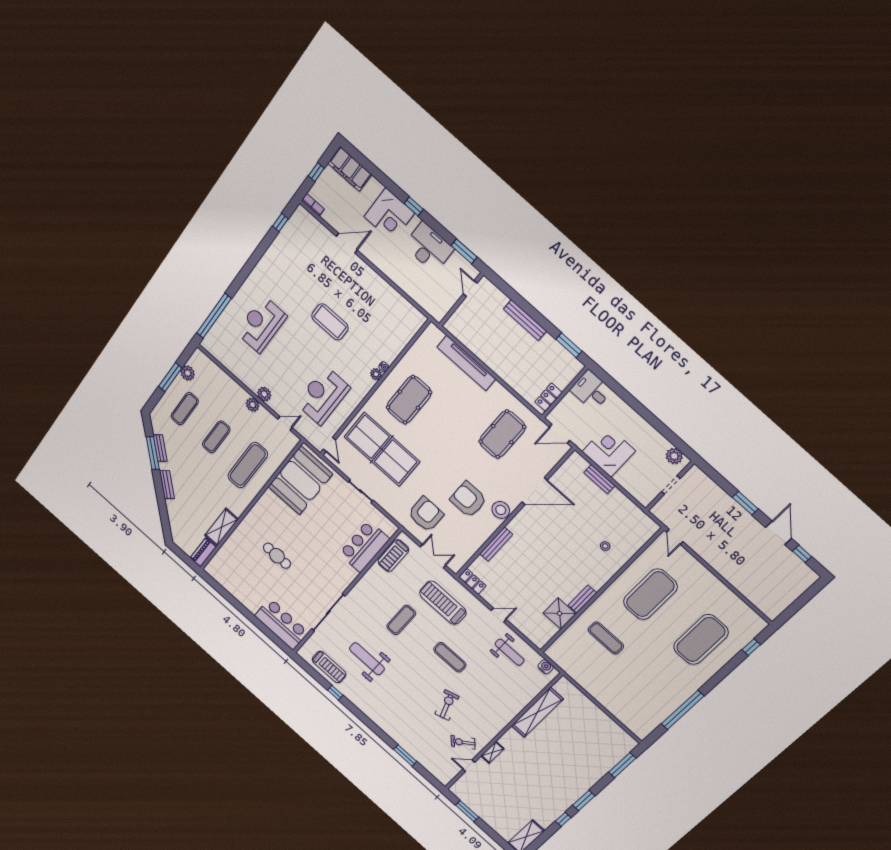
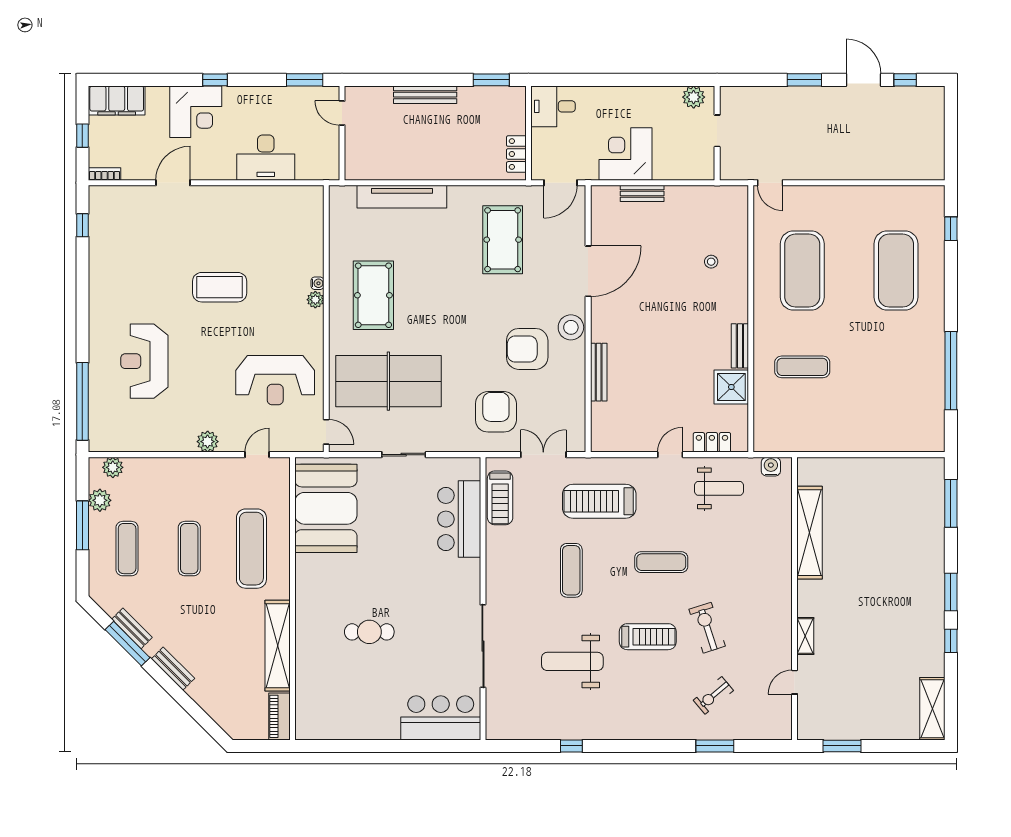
desk: (429, 247) -> (266, 158), moved, turned 180
reception desk: (323, 395) -> (275, 380), turned -90
plant: (253, 405) -> (113, 467), moved
shelving: (221, 527) -> (278, 646), width x1.47
locker: (473, 582) -> (712, 442), moved
treadmill: (329, 667) -> (648, 637), moved
exercise bike: (463, 742) -> (713, 695), moved

